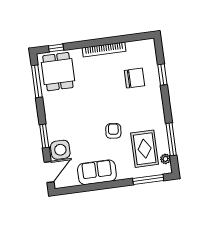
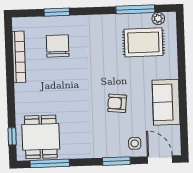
bookcase: (104, 49) -> (19, 57), moved
dining table: (58, 72) -> (41, 137), turned 90
armchair: (113, 131) -> (117, 103), moved
side table: (60, 150) -> (135, 143), width x0.54, depth x0.54
window: (148, 179) -> (181, 42), removed

